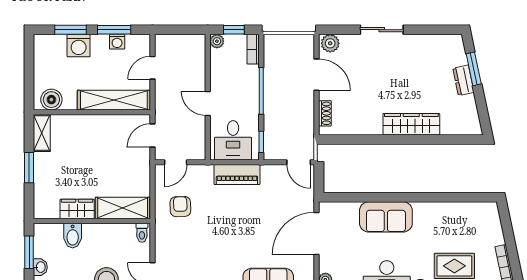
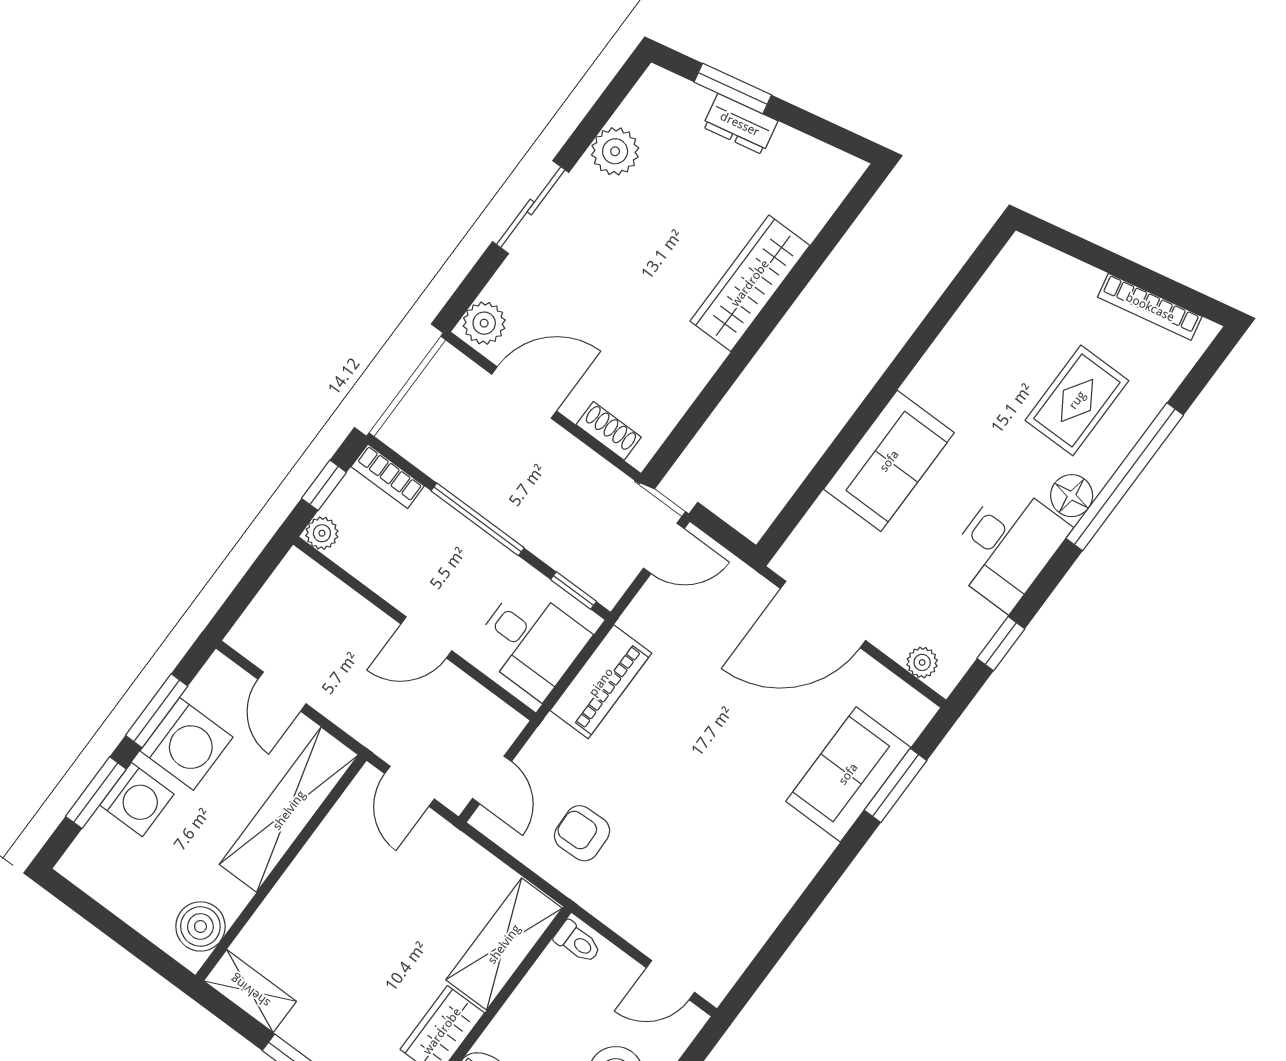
washing machine: (117, 42) -> (187, 744), width x1.89, depth x1.89
plant: (422, 44) -> (615, 151), added
door: (317, 233) -> (823, 614), hinge flipped

